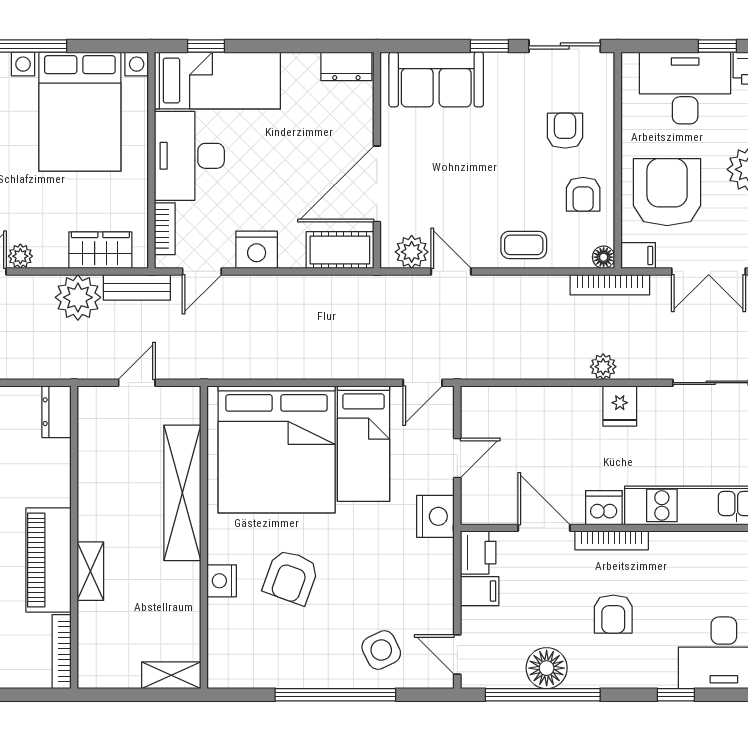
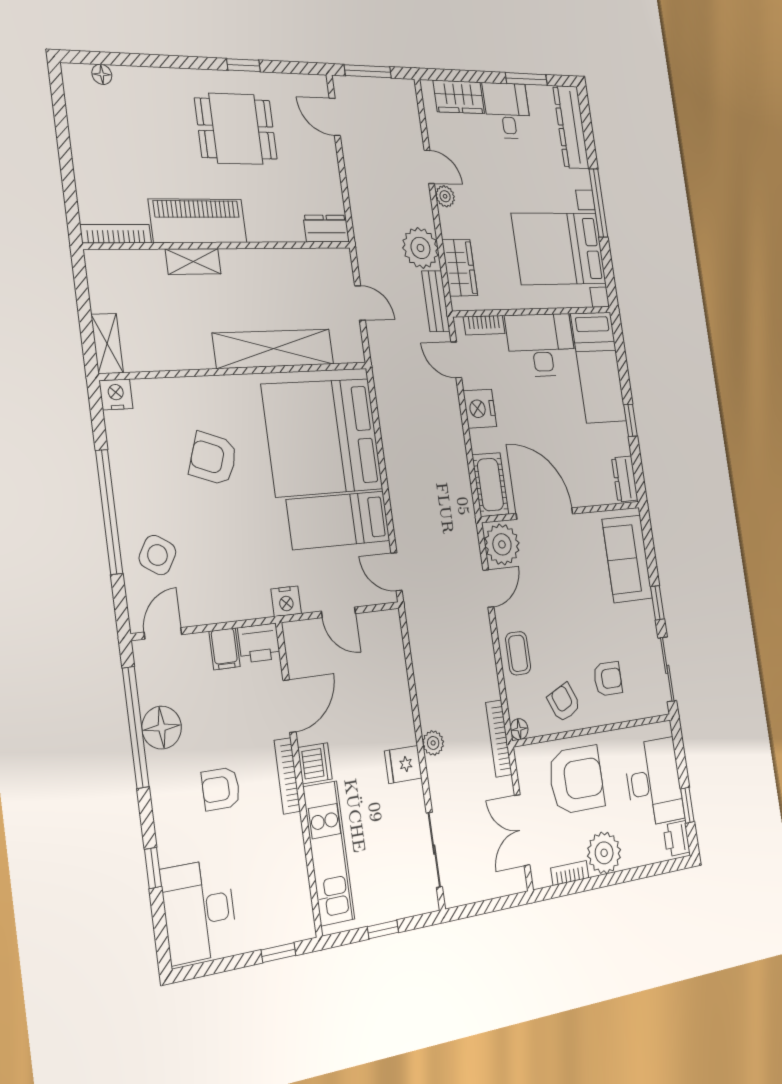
window: (206, 46) -> (631, 420), moved
armchair: (583, 194) -> (564, 702), turned 66
plant: (412, 252) -> (502, 544), width x1.36, depth x1.36
filing cabinet: (638, 255) -> (525, 761), removed
nightstand: (435, 516) -> (286, 601), width x0.74, depth x0.75
nightstand: (222, 581) -> (116, 394), moved
side table: (381, 650) -> (157, 555), turned -32

